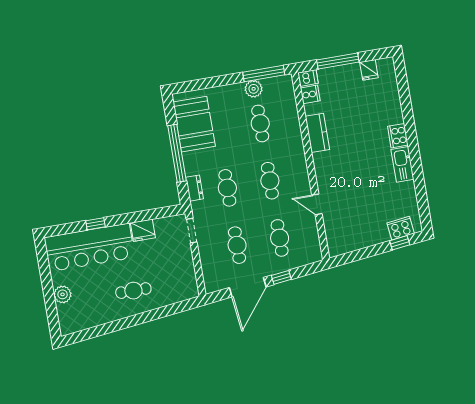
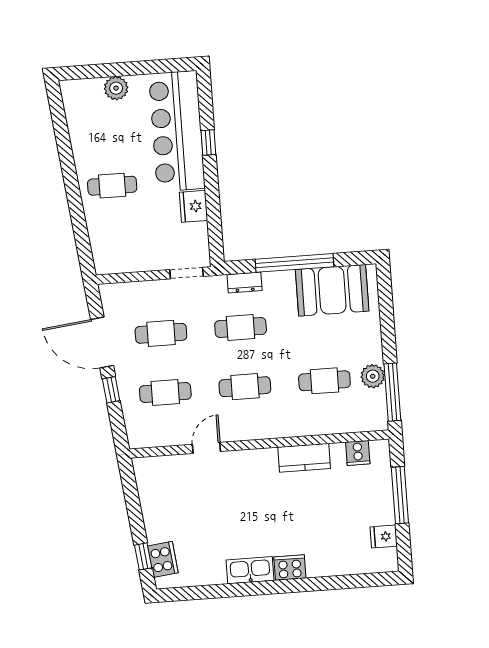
dishwasher: (308, 78) -> (381, 452), removed
cafe table: (133, 291) -> (112, 186), turned 90

